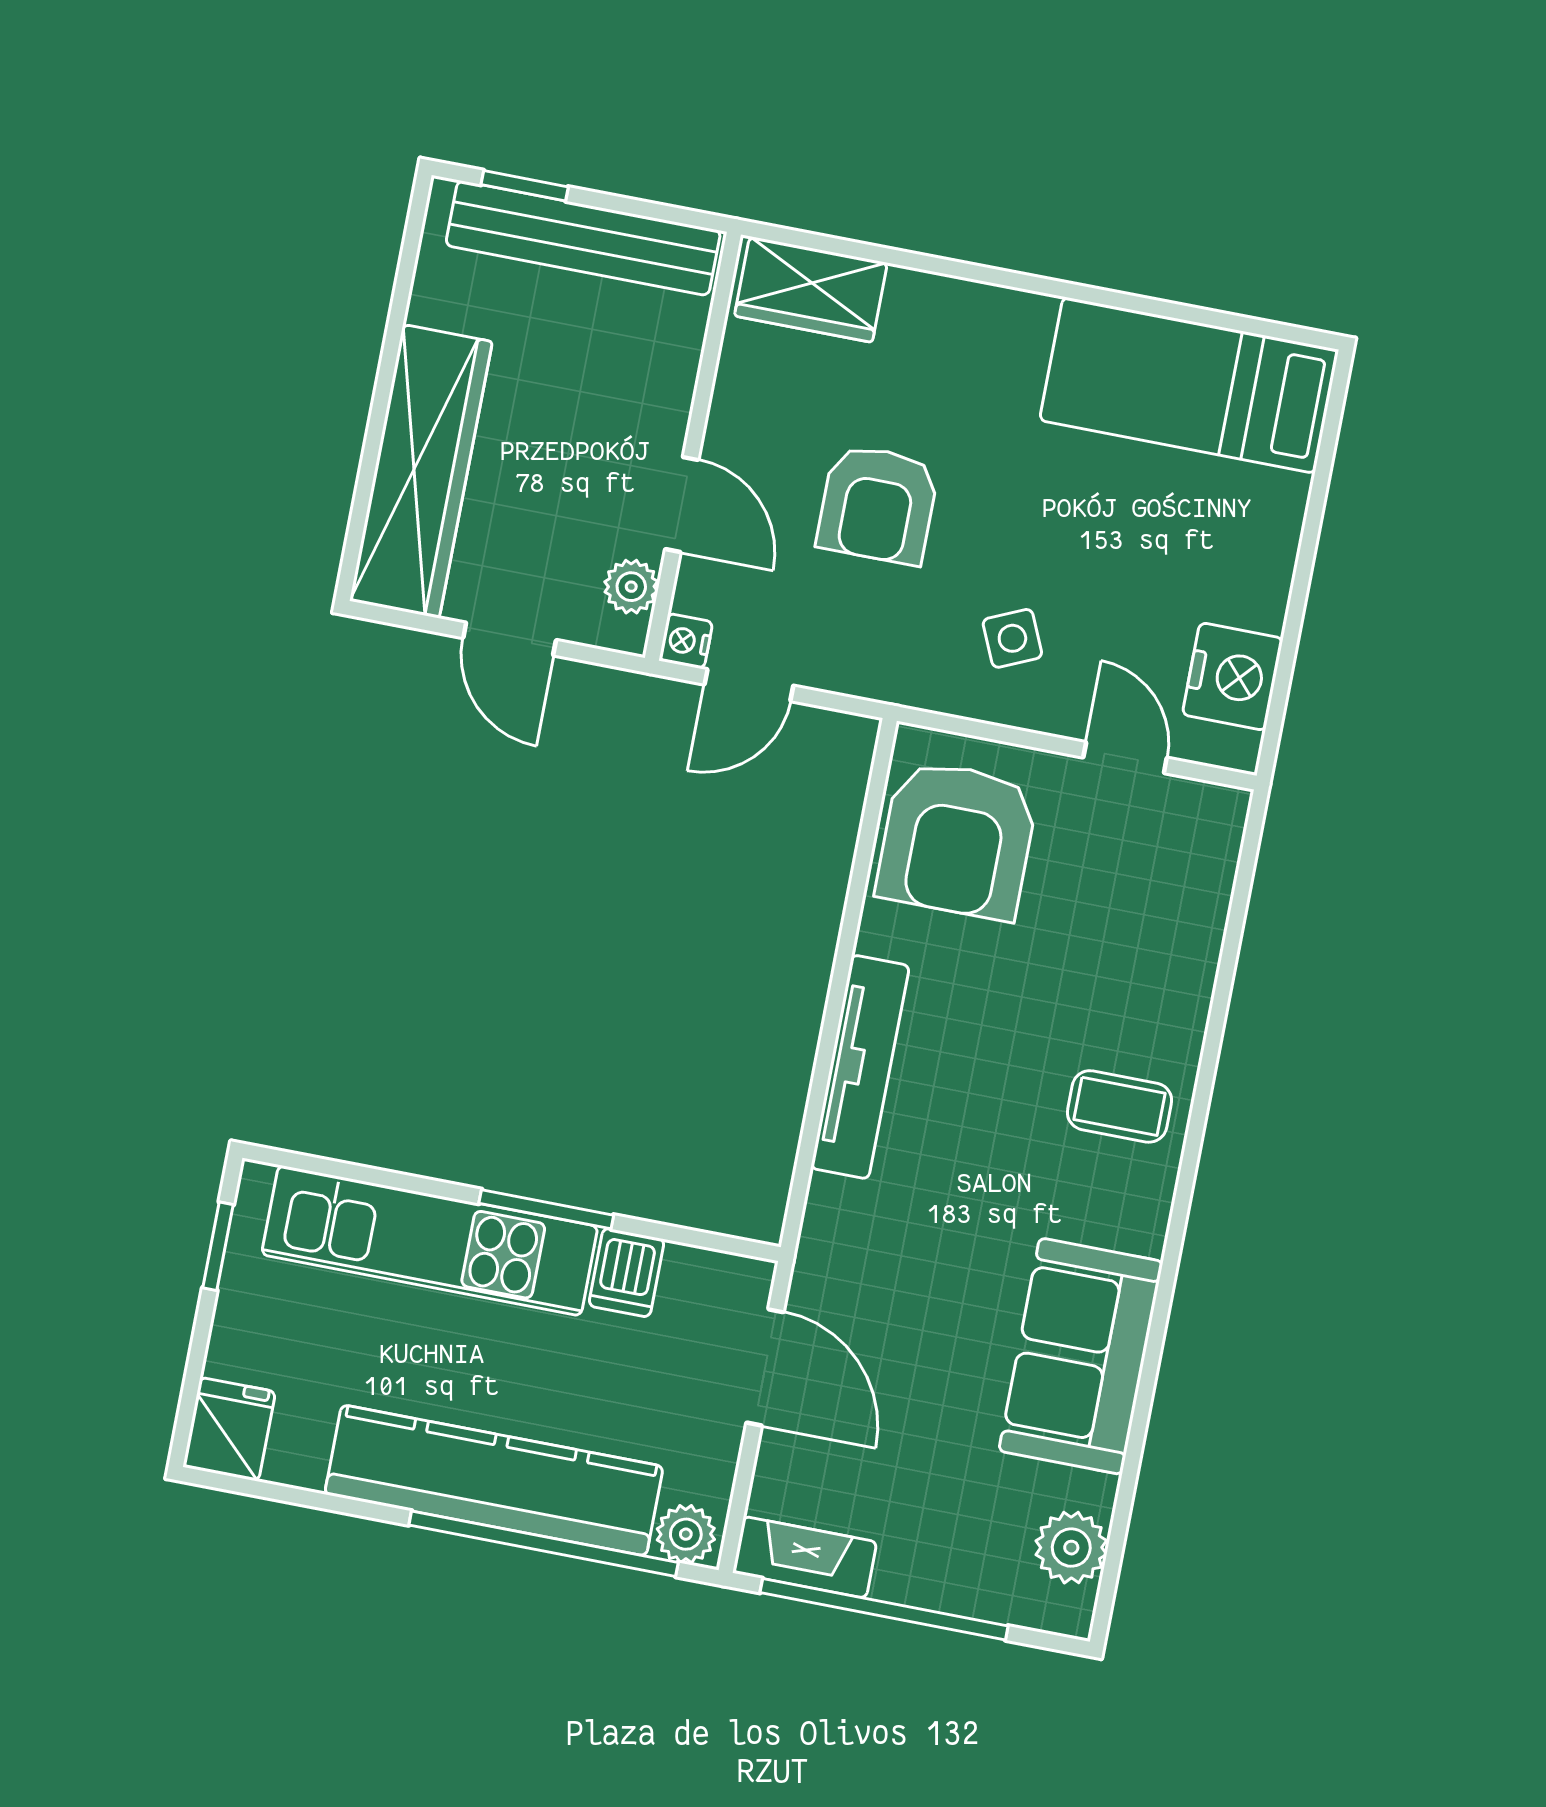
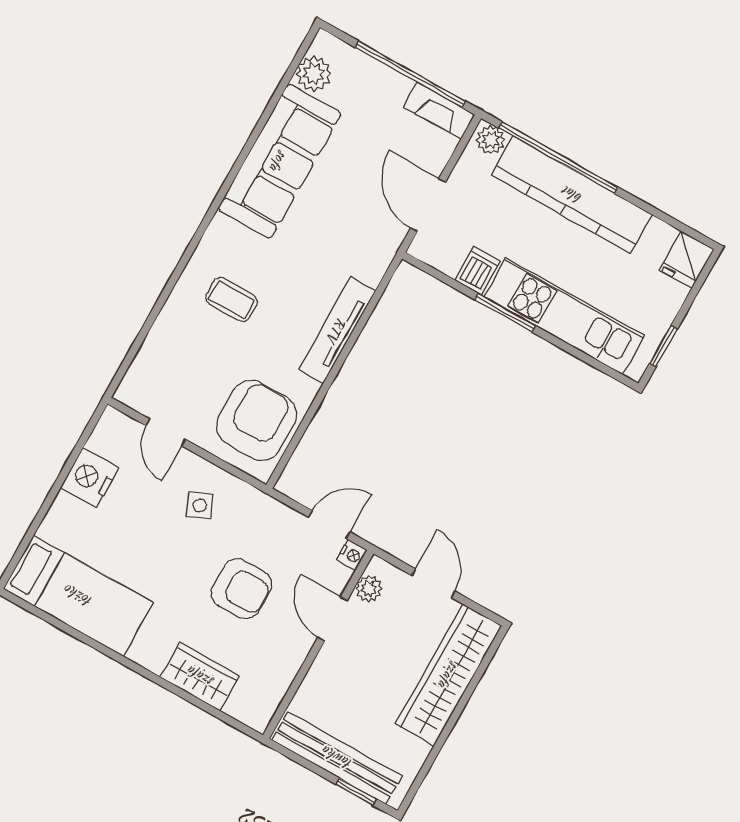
wardrobe: (811, 289) -> (200, 677), moved
armchair: (878, 504) -> (241, 589), turned 90
nightstand: (1233, 677) -> (90, 478), moved
coffee table: (1120, 1106) -> (232, 300), moved
sofa: (1081, 1356) -> (279, 161), width x1.36

